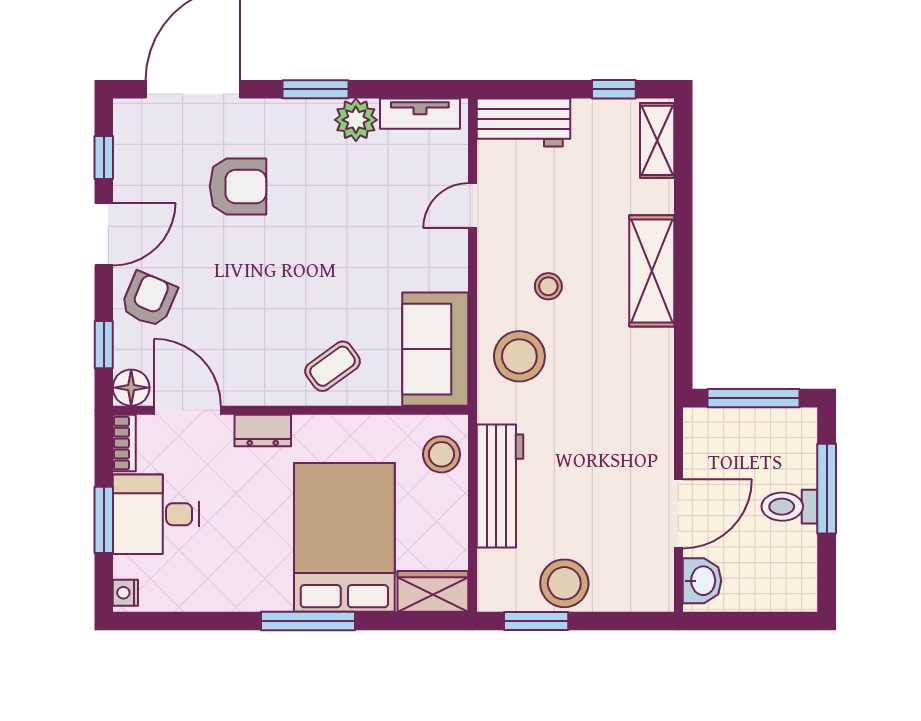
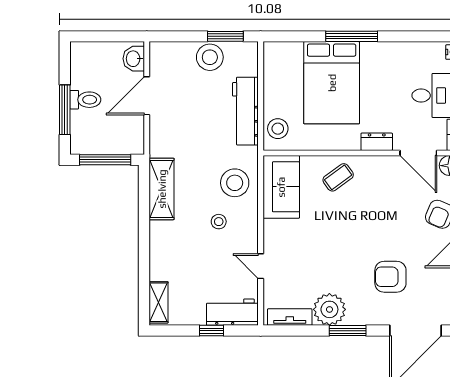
window: (614, 89) -> (212, 331), moved
plant: (356, 120) -> (329, 309), width x1.36, depth x1.36
door: (473, 206) -> (261, 266), swing flipped
shelving: (652, 271) -> (162, 189), moved
wardrobe: (433, 591) -> (283, 53), removed

